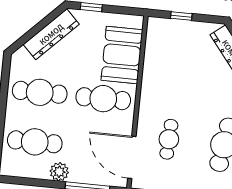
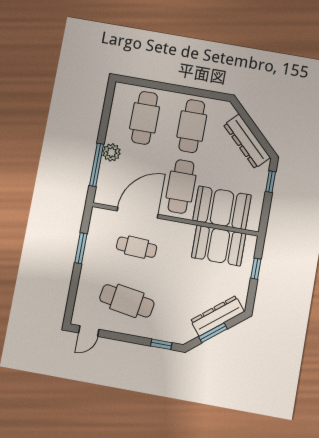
booth: (161, 56) -> (219, 246), added
door: (132, 157) -> (138, 213), moved
plant: (59, 172) -> (111, 152), moved

